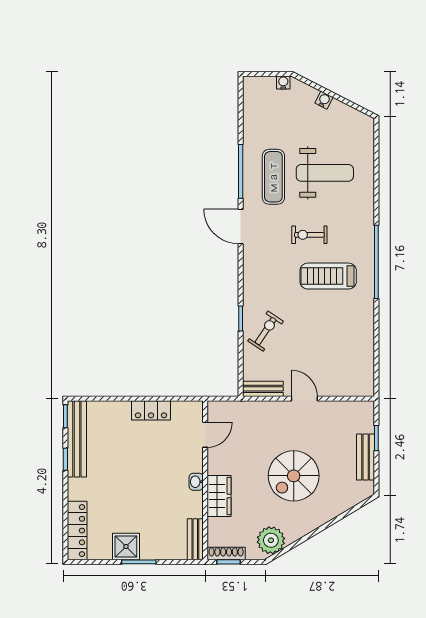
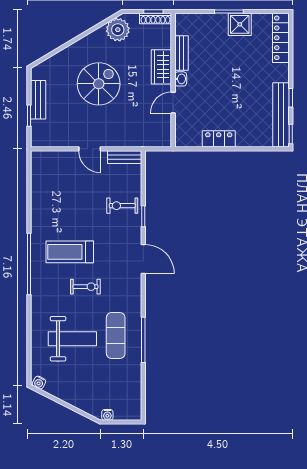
water cooler: (324, 100) -> (39, 383), moved
weight bench: (325, 173) -> (72, 339), turned 180
door: (241, 227) -> (143, 259), moved
treadmill: (328, 276) -> (70, 252), turned 180
exercise bike: (266, 331) -> (122, 206), turned 56
door: (205, 435) -> (173, 103), moved
bench: (195, 539) -> (181, 53), moved

